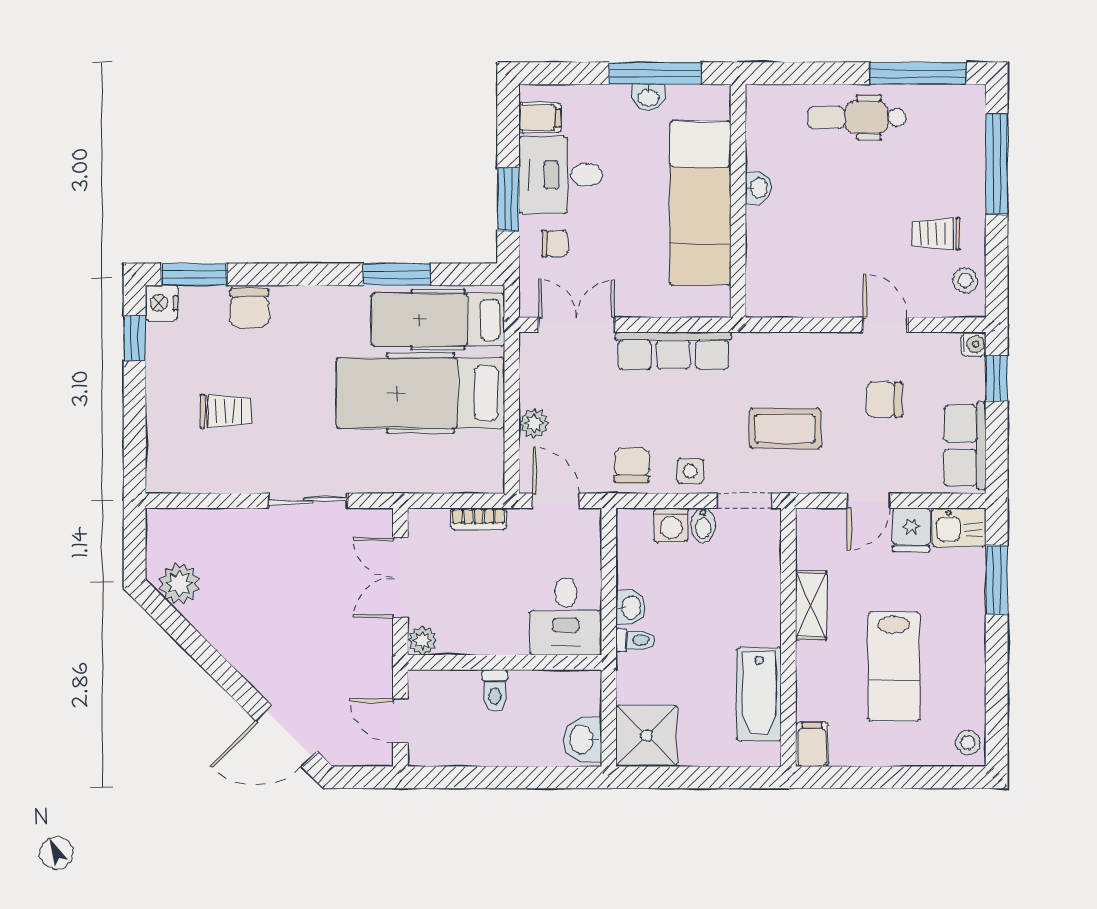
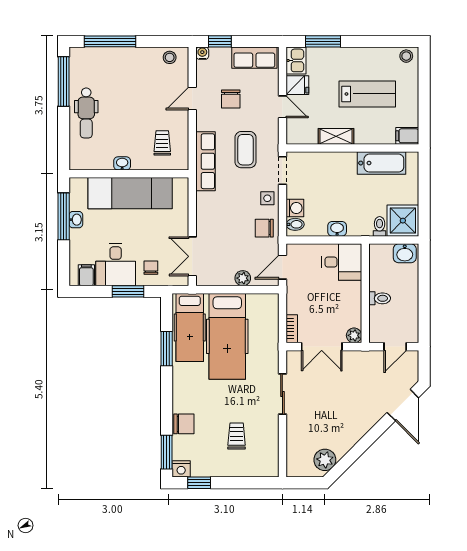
trolley: (936, 234) -> (162, 143), moved, turned 180
row of seats: (673, 351) -> (206, 161), moved
bookcase: (479, 519) -> (292, 329), moved
bidet: (703, 525) -> (295, 224), moved
toilet: (635, 640) -> (380, 226), moved

